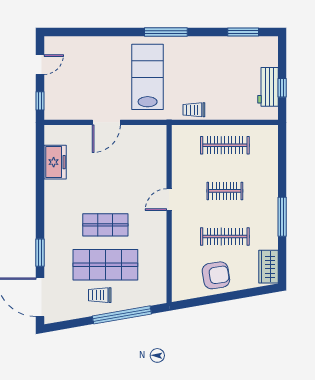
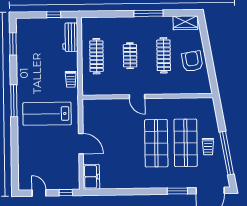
workbench: (268, 87) -> (70, 37), moved, turned 90
freezer: (55, 162) -> (91, 177), moved, turned 90
shop shelf: (105, 225) -> (156, 143), width x1.43, depth x1.36
window: (122, 315) -> (227, 153), moved

